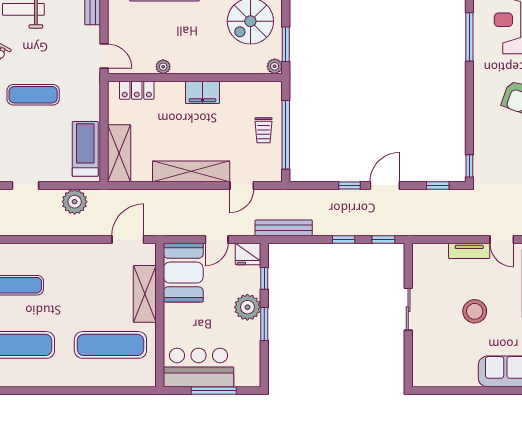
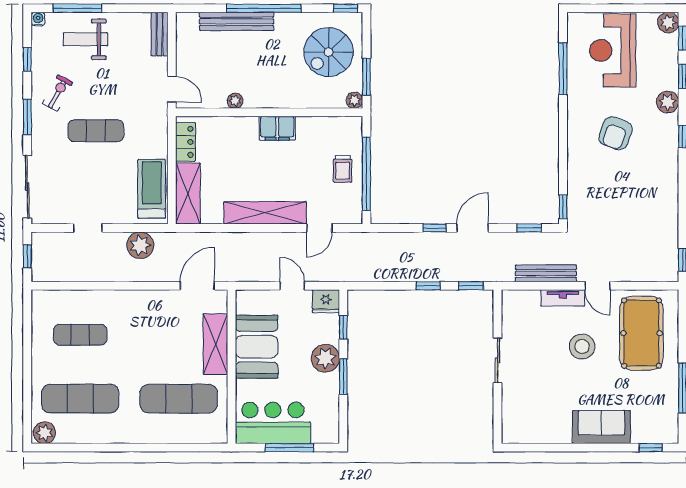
locker: (137, 90) -> (186, 142), moved, turned -90
bench: (284, 228) -> (546, 273), moved
door: (217, 239) -> (292, 286), swing flipped
booth: (183, 273) -> (257, 347), moved
stool: (475, 311) -> (582, 347), moved

